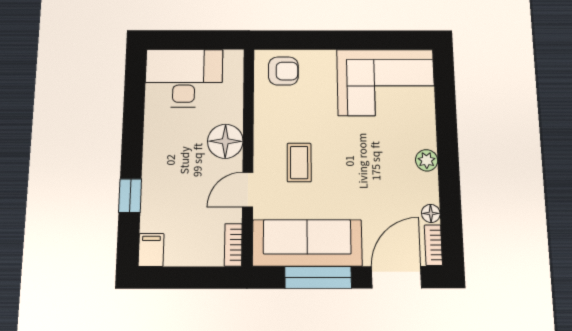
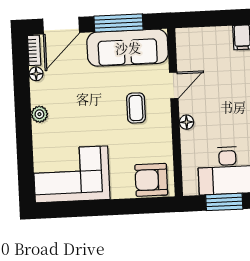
window: (192, 40) -> (224, 202), added
armchair: (283, 71) -> (151, 180), width x1.38, depth x1.38
floor lamp: (225, 141) -> (187, 122), width x0.53, depth x0.53
bookcase: (233, 245) -> (182, 44), removed

